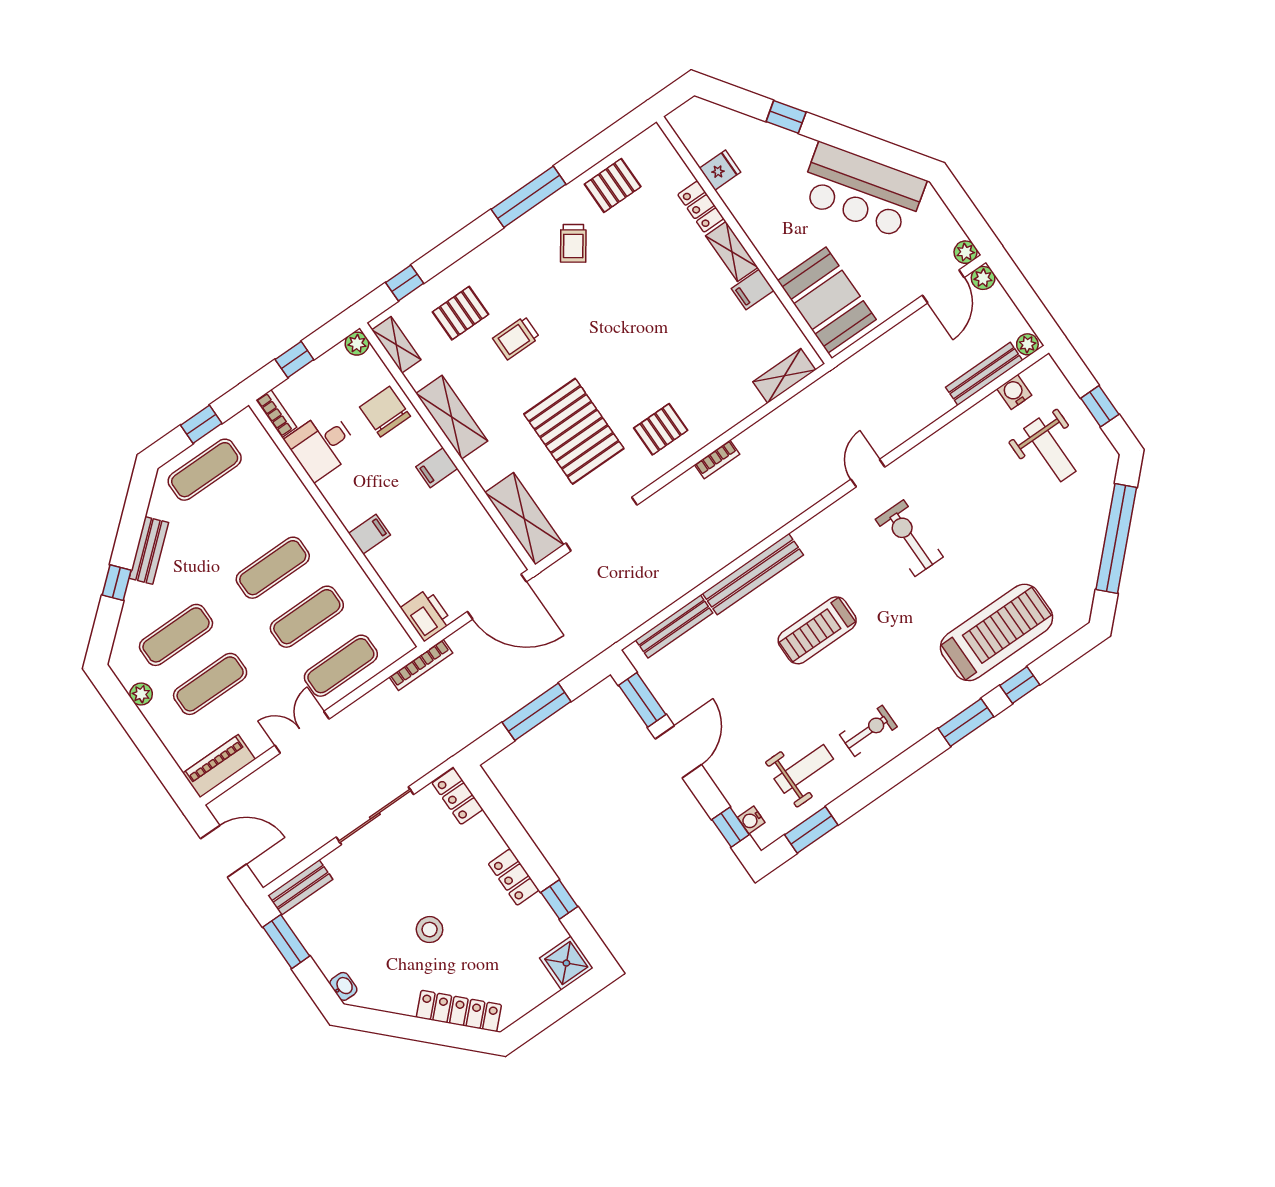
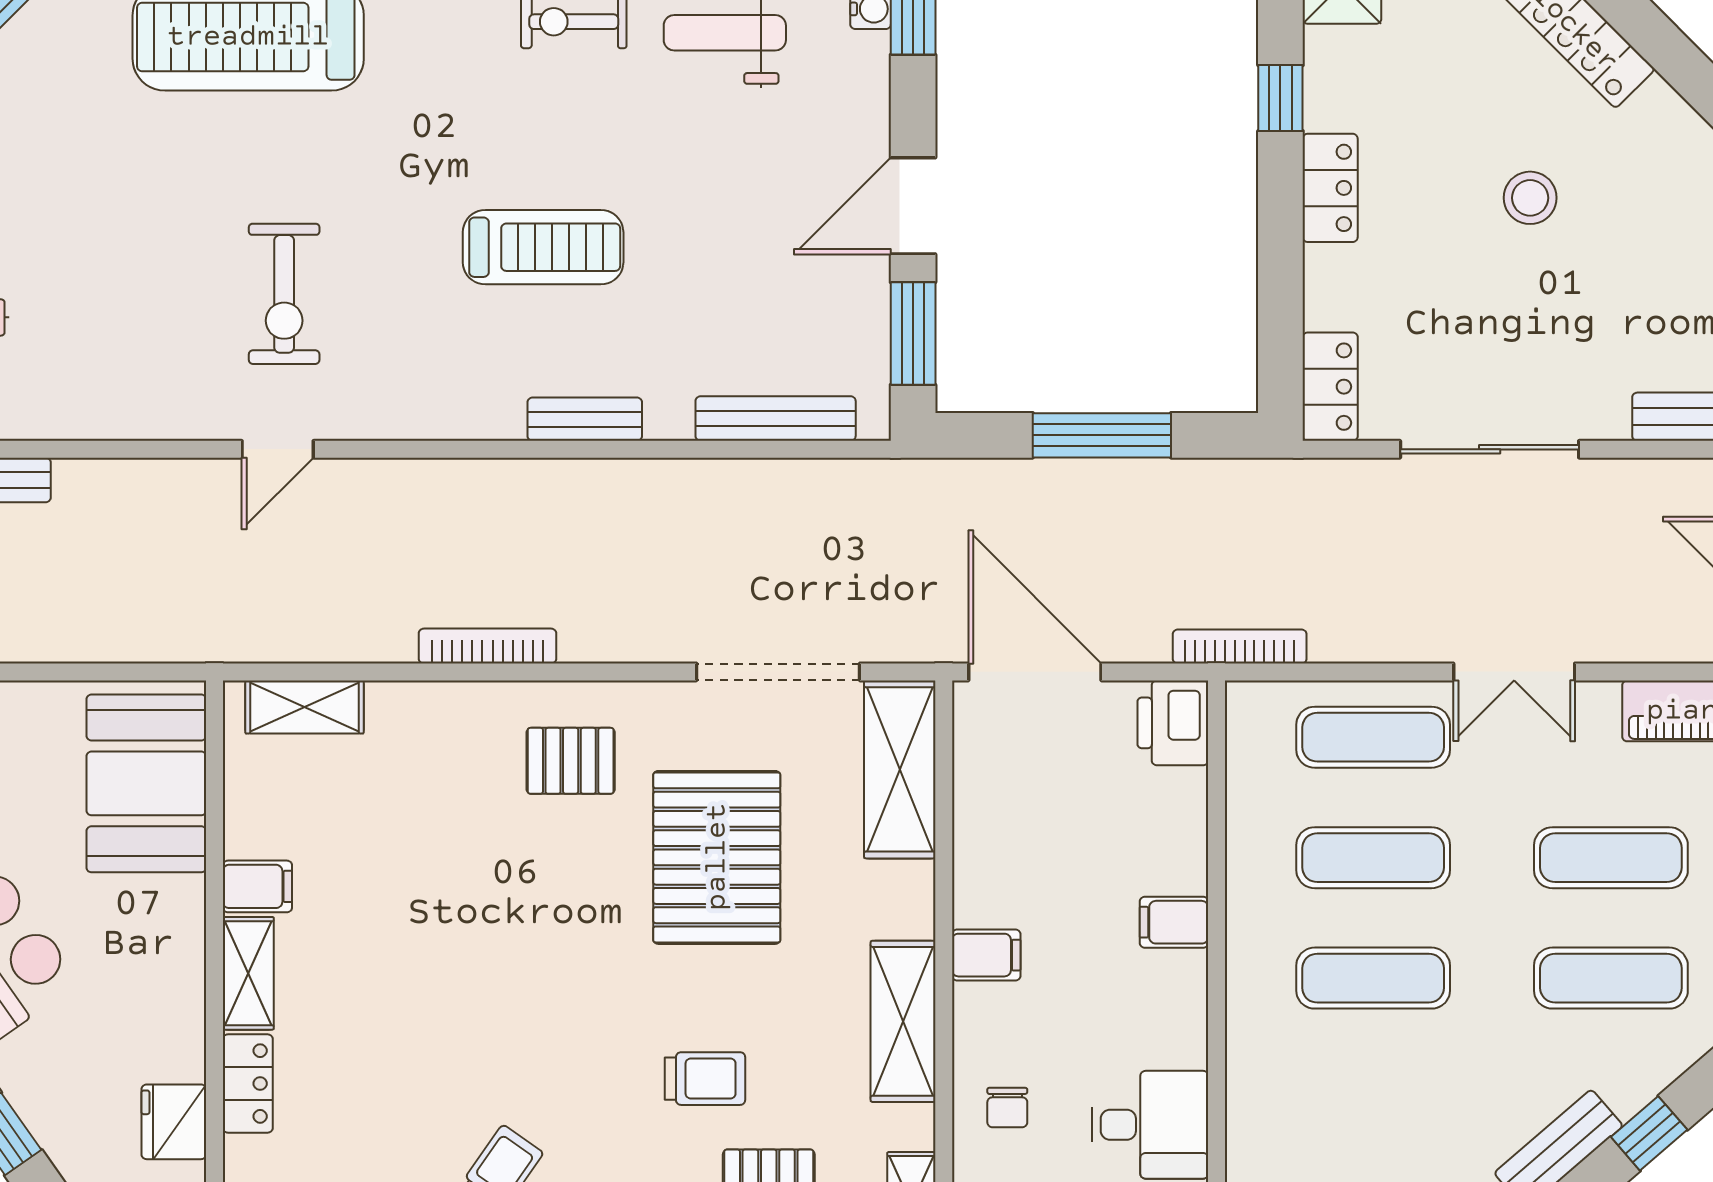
fridge: (720, 170) -> (174, 1122), width x1.38
chair: (385, 412) -> (1007, 1108), width x0.54, depth x0.54
bookcase: (717, 459) -> (487, 646), width x1.56
bench: (753, 574) -> (585, 419), width x0.54, depth x0.82

